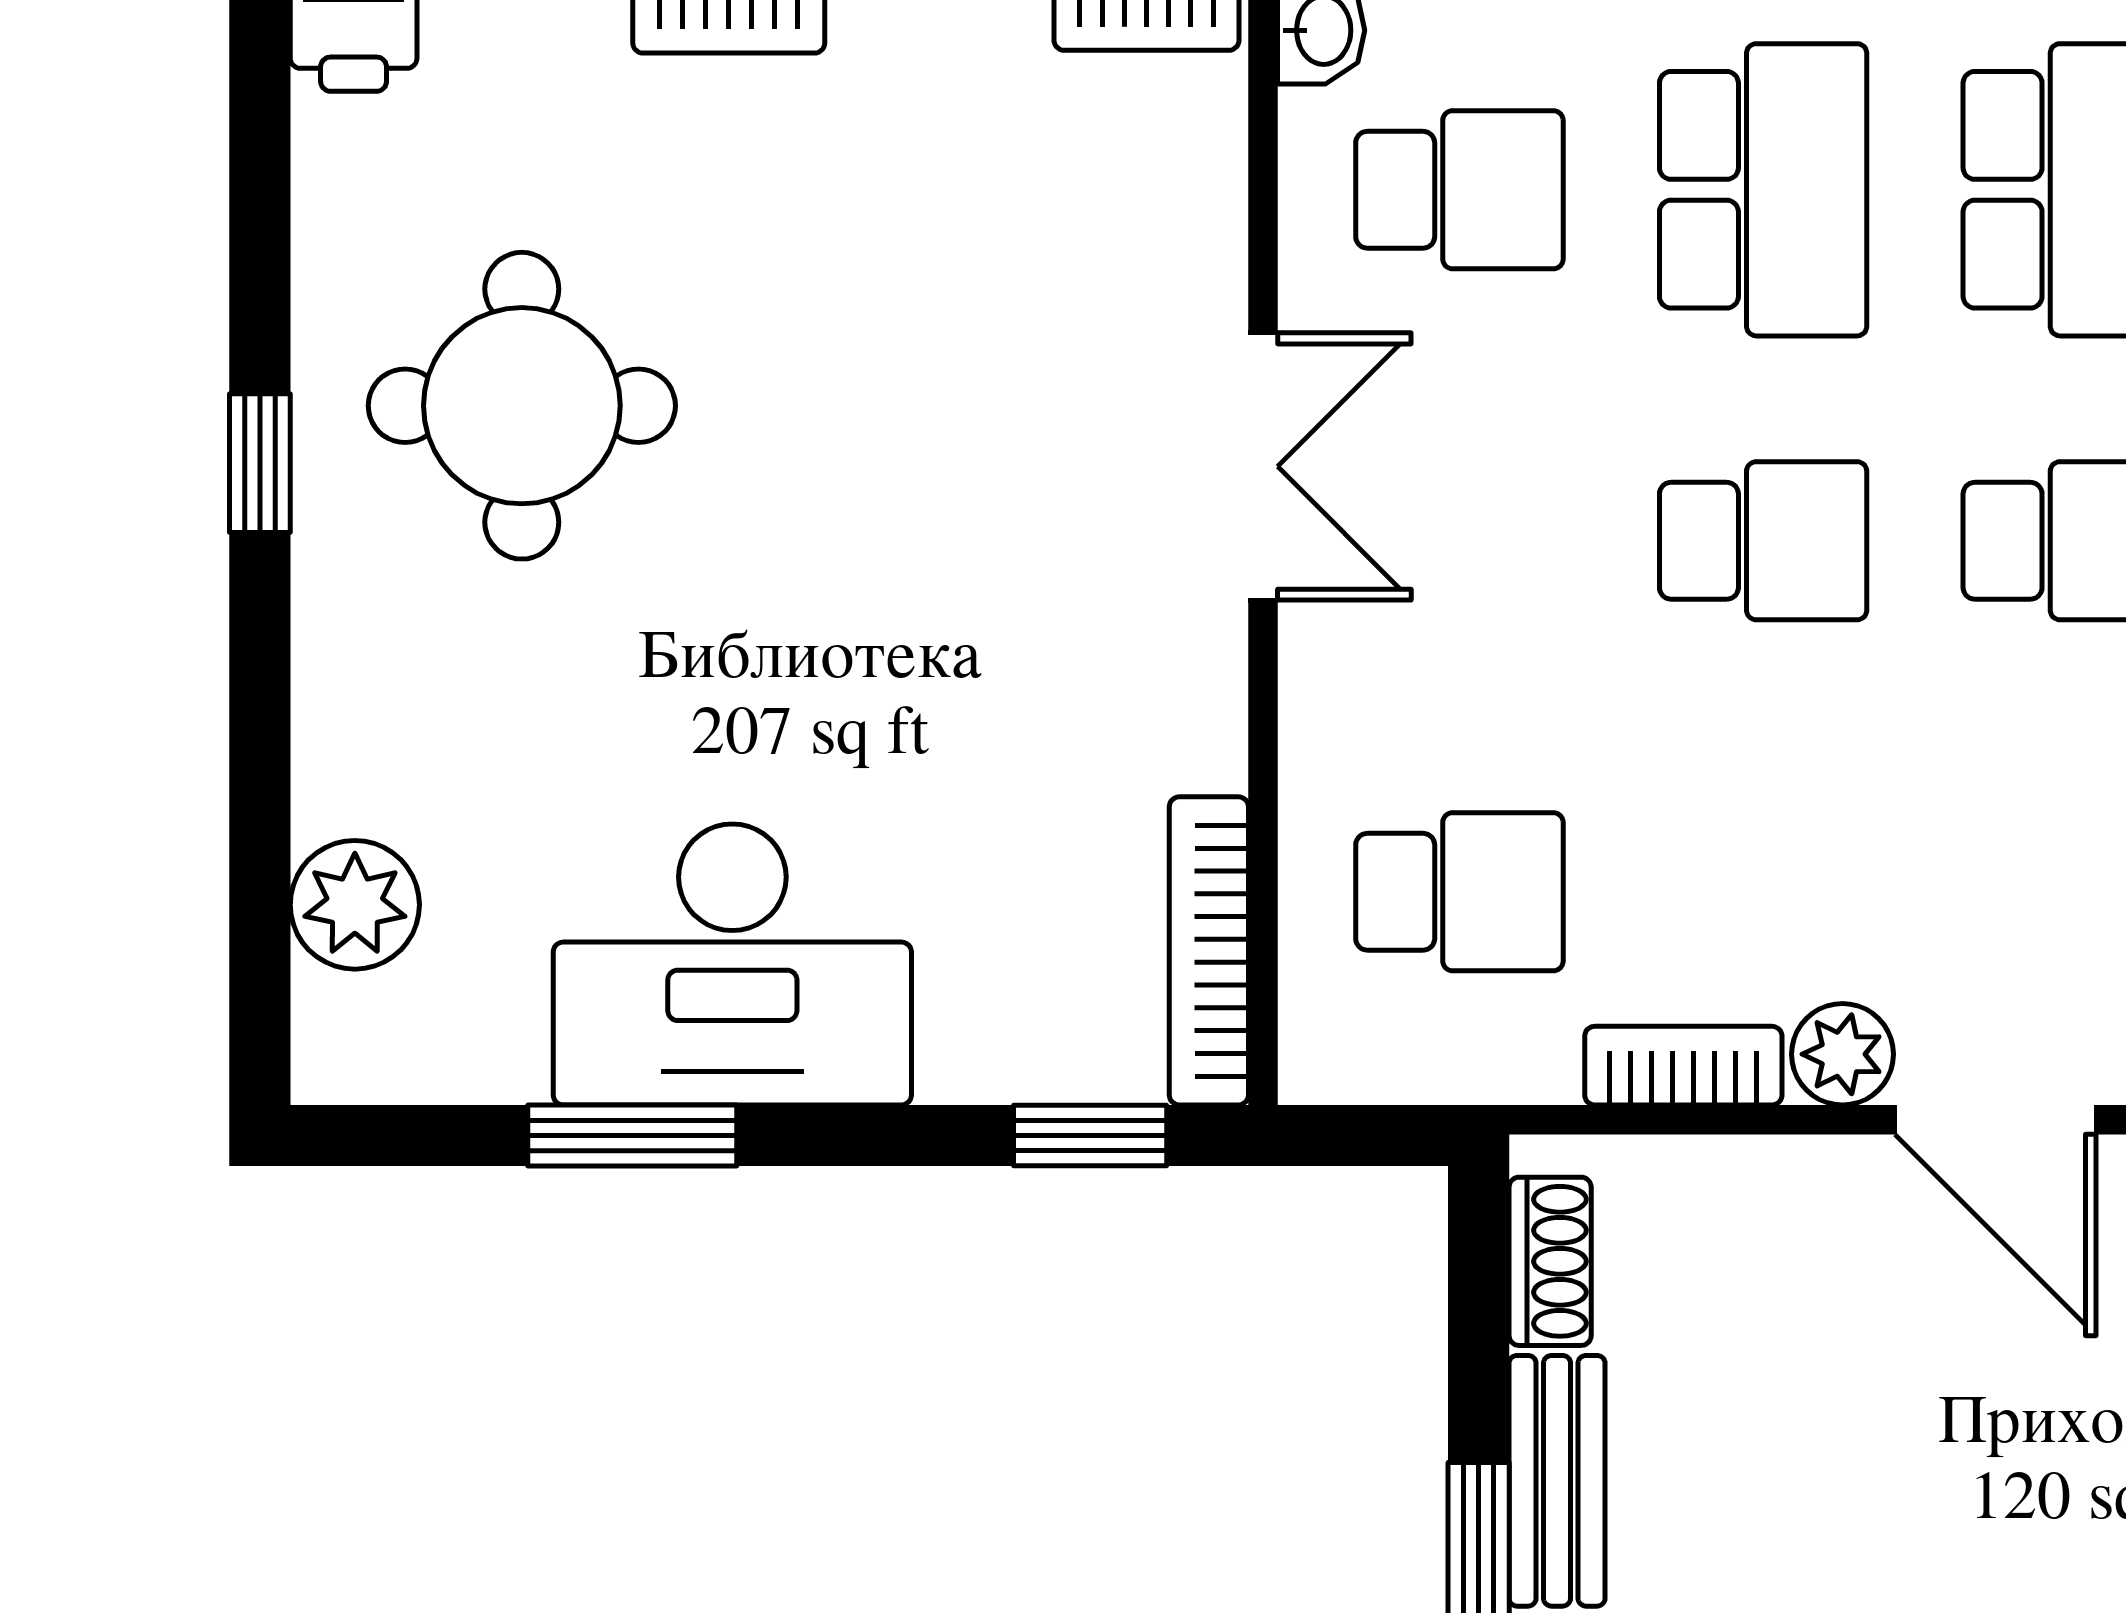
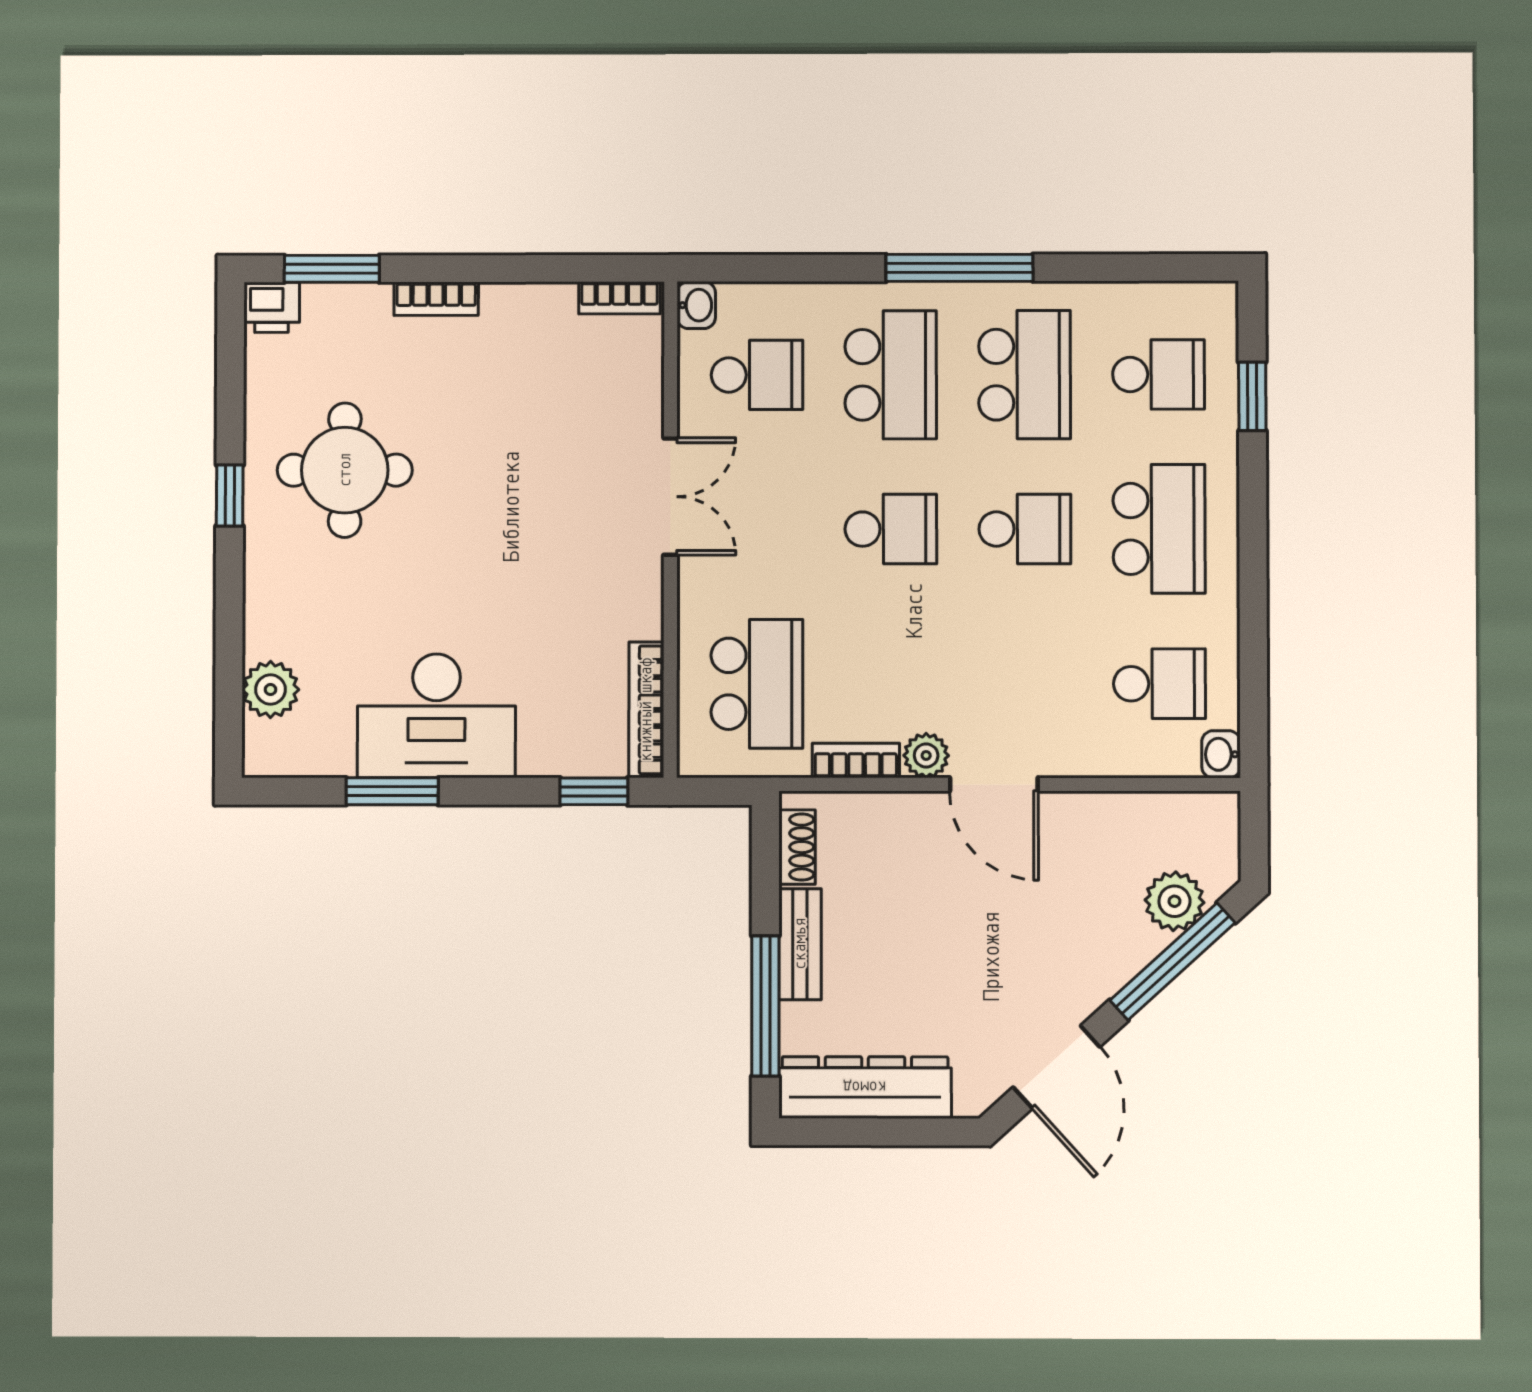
school desk: (1459, 892) -> (757, 684), width x1.85

